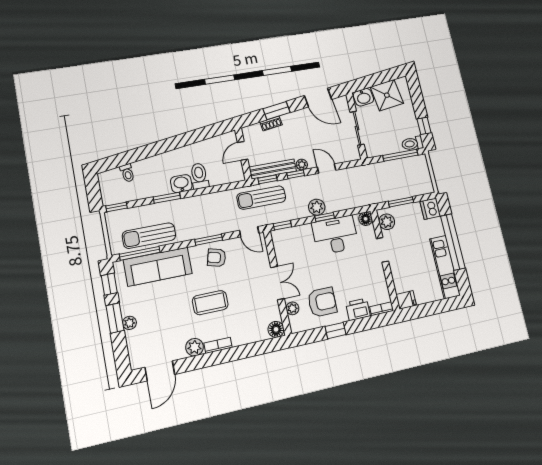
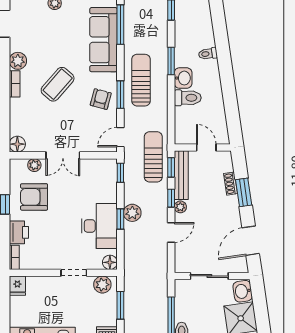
toilet: (127, 173) -> (208, 54), moved
sun lounger: (149, 236) -> (141, 80), moved
armchair: (322, 302) -> (34, 197), turned 90
coffee table: (210, 303) -> (58, 84), turned 41

